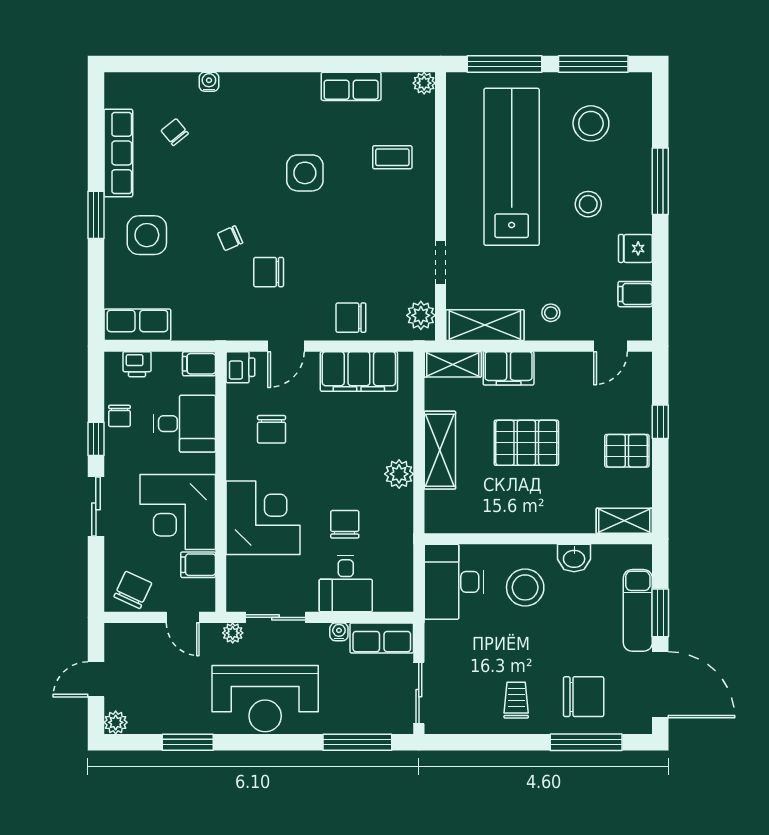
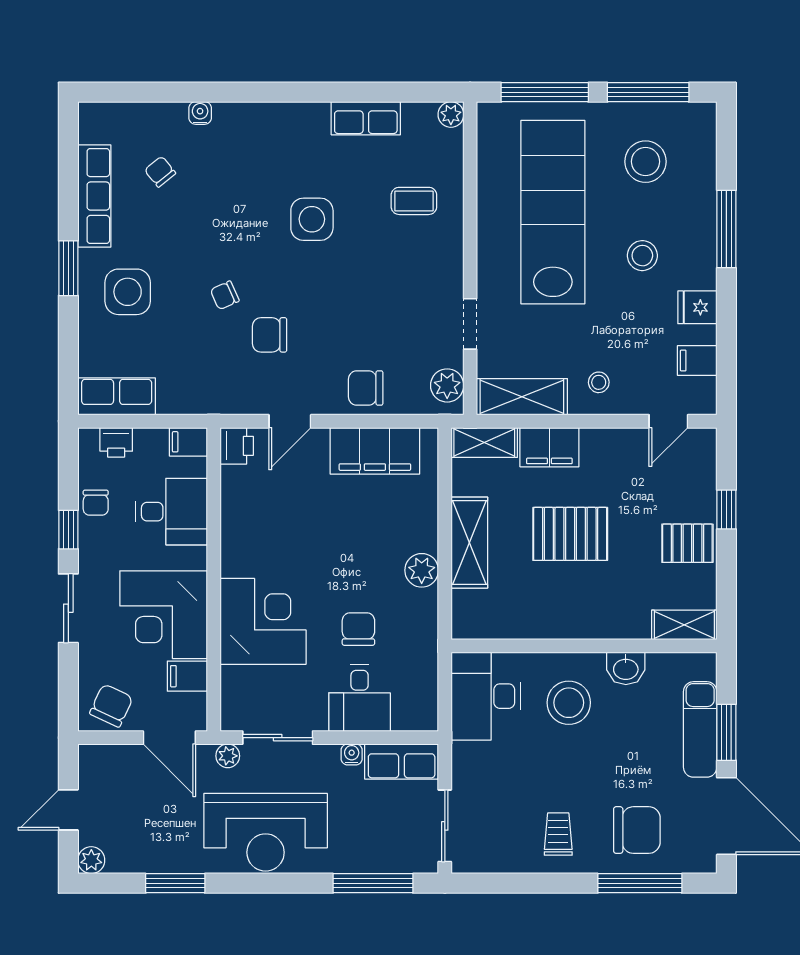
chair: (271, 429) -> (273, 518), removed
door: (183, 617) -> (169, 738), width x1.38

